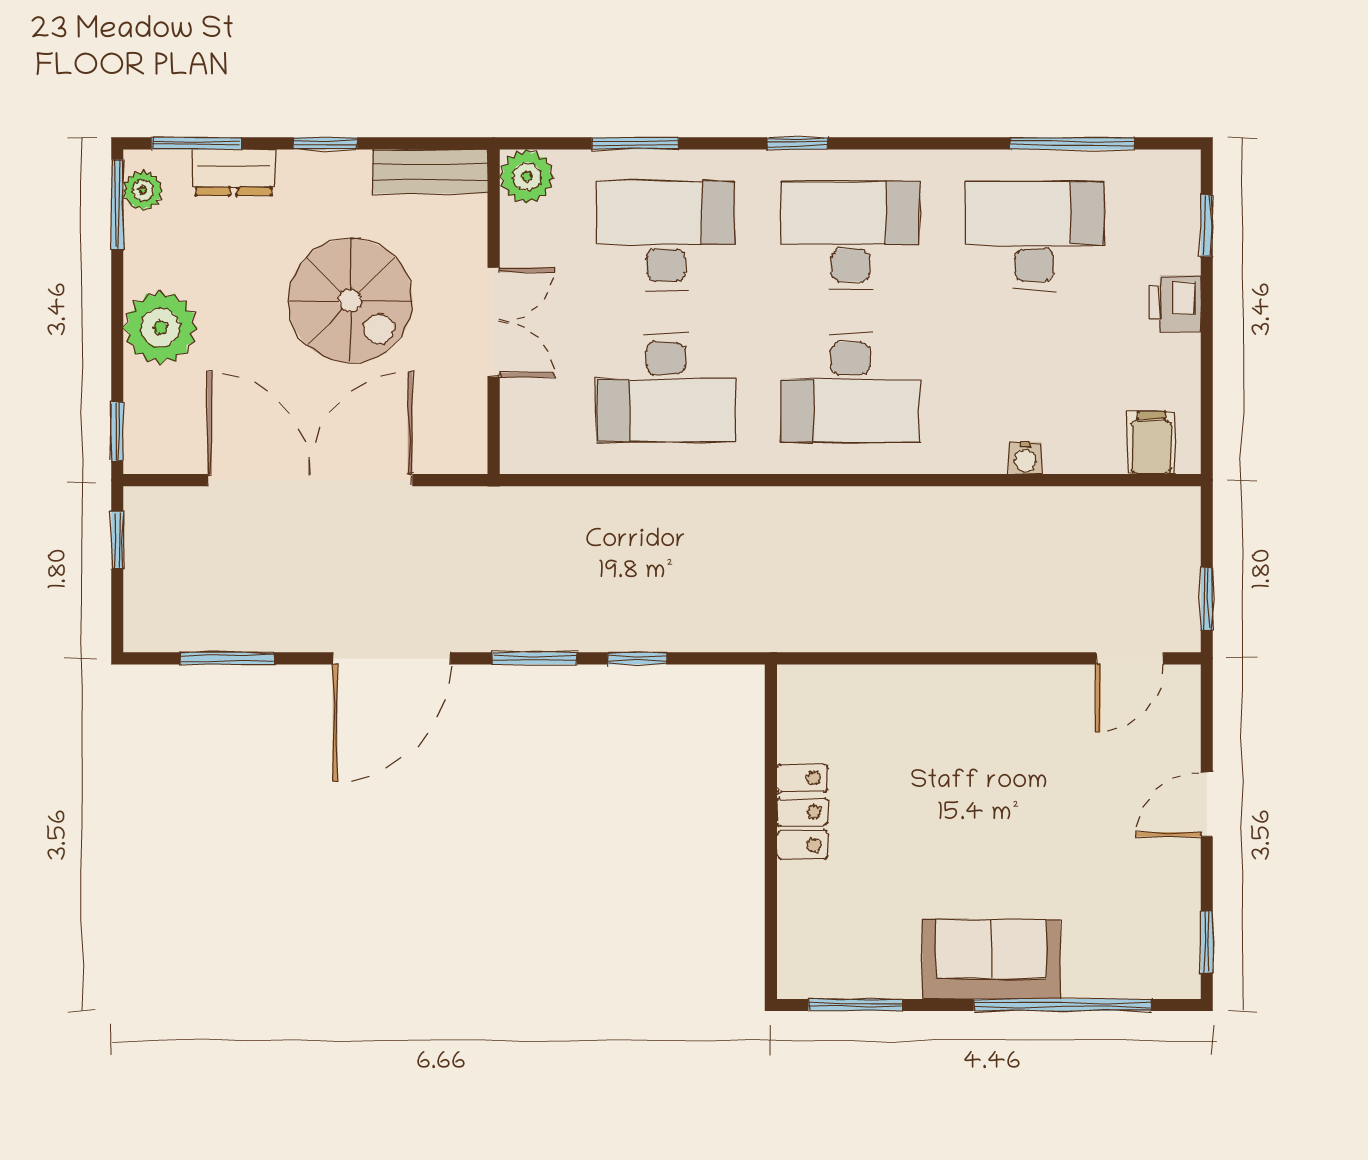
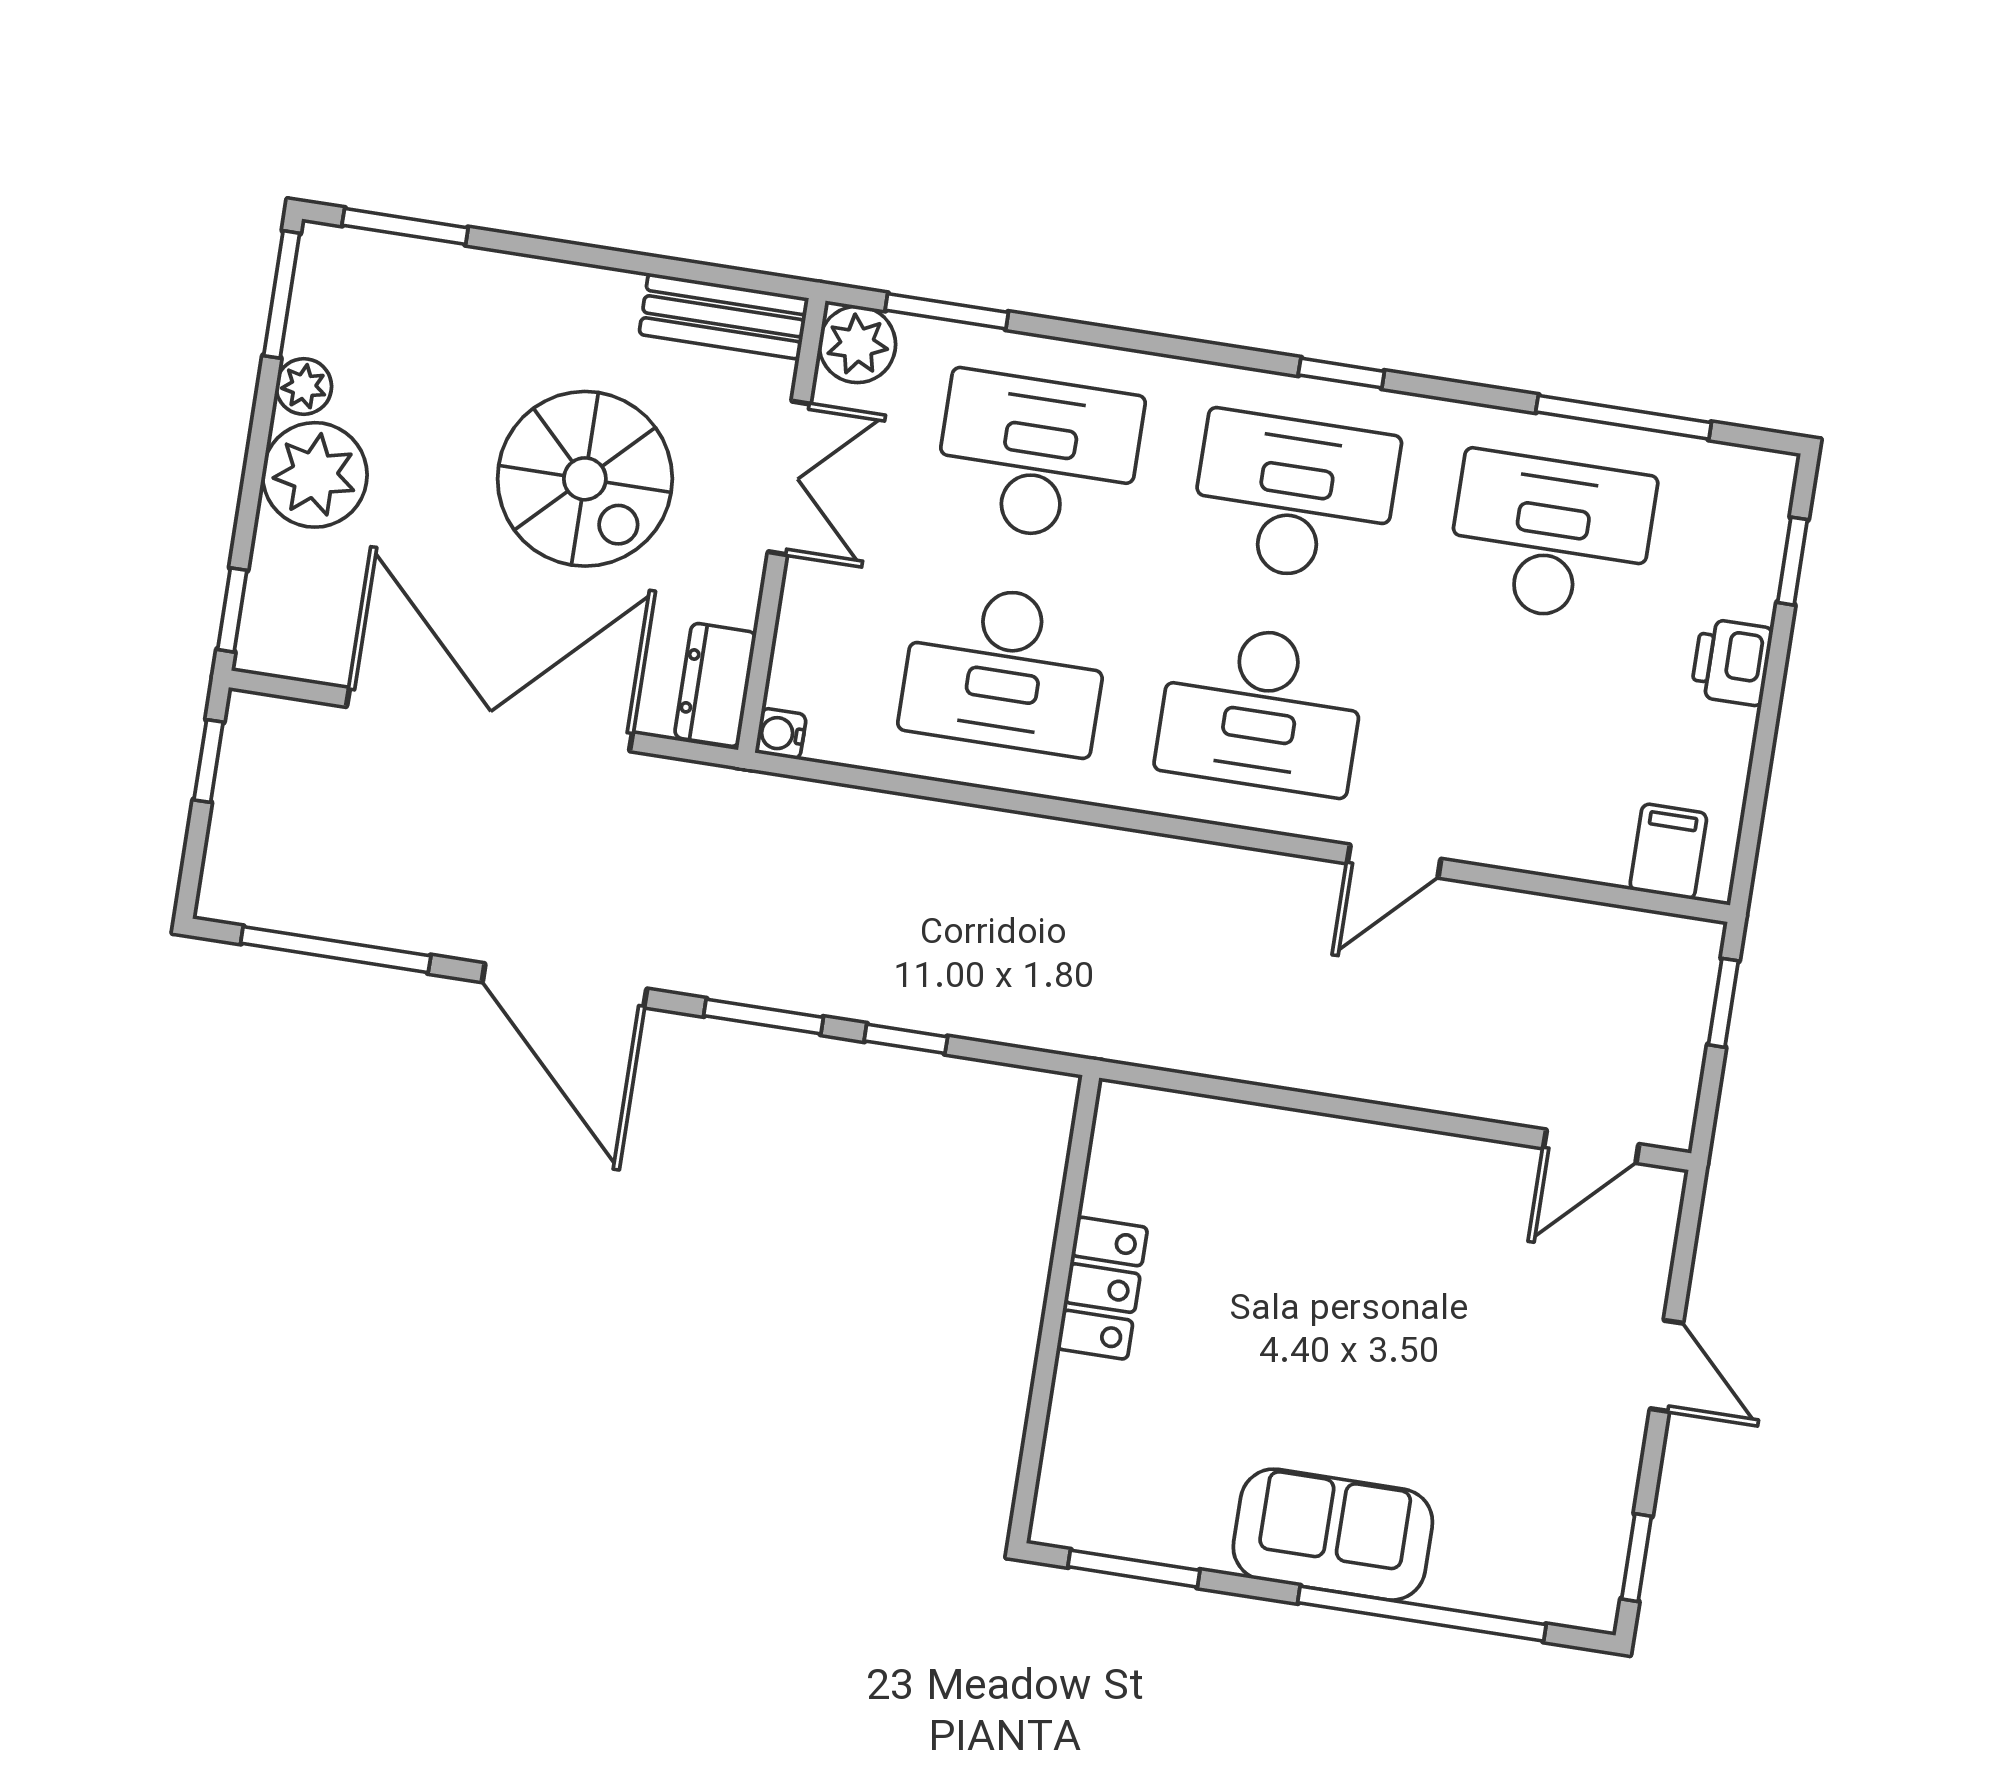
window: (325, 143) -> (584, 255), removed
window: (635, 143) -> (947, 311), moved
window: (798, 143) -> (1341, 373), moved
dresser: (234, 173) -> (715, 685), moved, turned 90
plant: (143, 190) -> (304, 386), moved
double door: (494, 322) -> (789, 478), moved
water cooler: (1025, 458) -> (781, 734), moved, turned 90
door: (960, 480) -> (1394, 861), added
window: (1207, 599) -> (1723, 1003), moved
window: (227, 658) -> (336, 950), width x1.44
door: (392, 658) -> (564, 985), hinge flipped
door: (1207, 804) -> (1666, 1366), swing flipped

